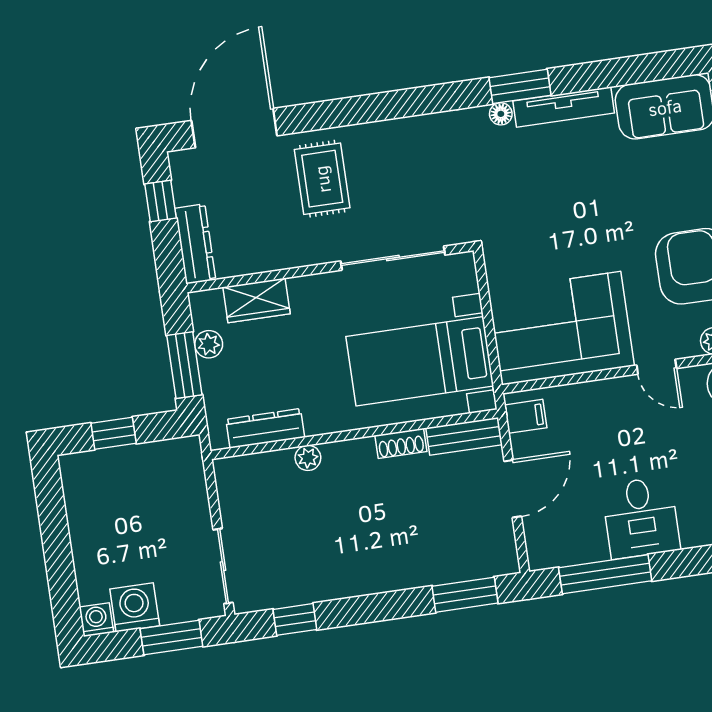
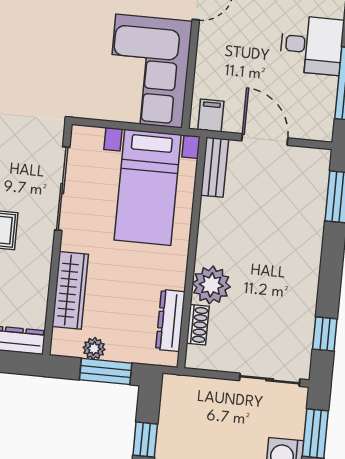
wardrobe: (257, 300) -> (70, 290), width x1.50
shoe rack: (401, 443) -> (198, 325), moved
plant: (308, 458) -> (211, 285), width x1.88, depth x1.88

